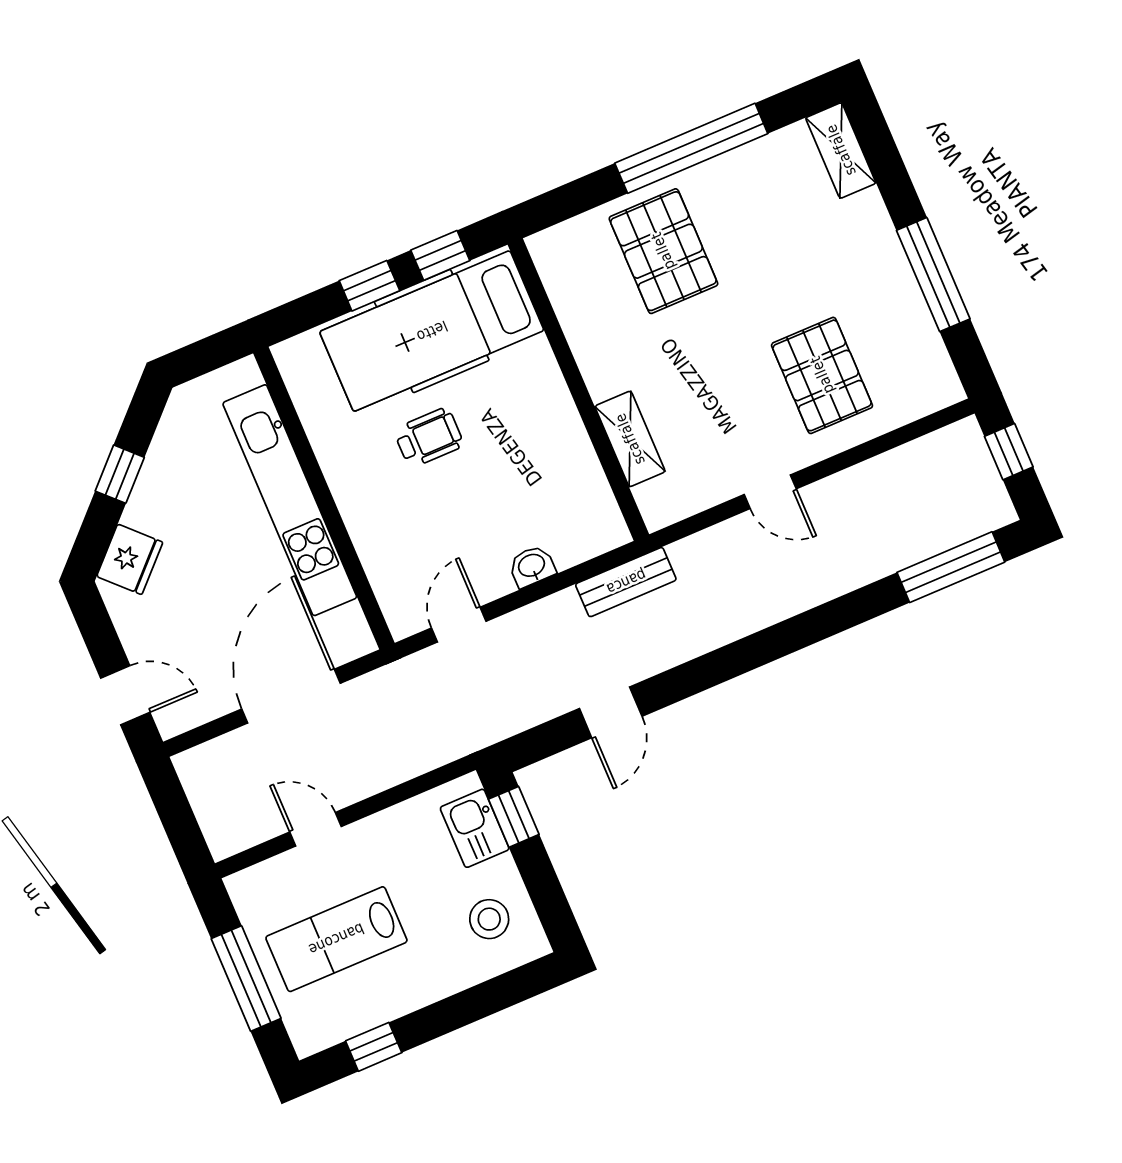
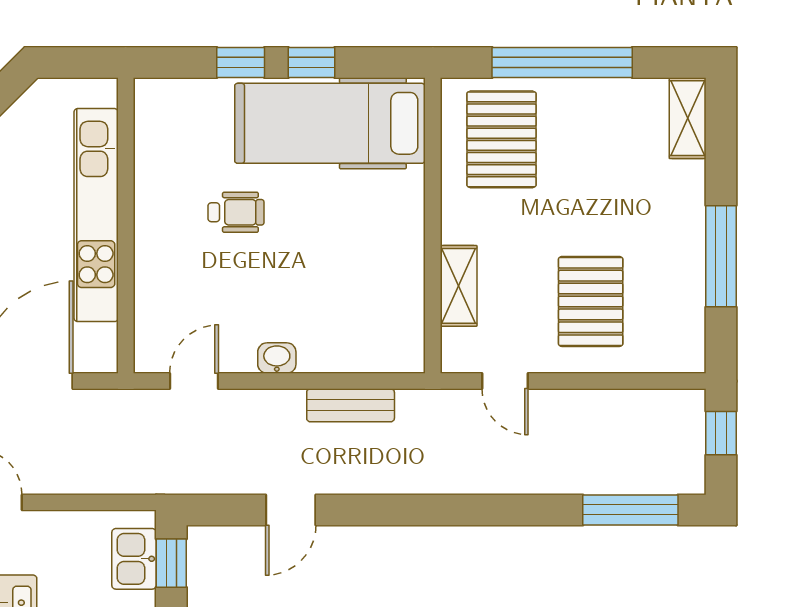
hospital bed: (432, 331) -> (330, 123), moved
wall: (578, 390) -> (433, 226), moved
shelving: (630, 439) -> (459, 286), moved

